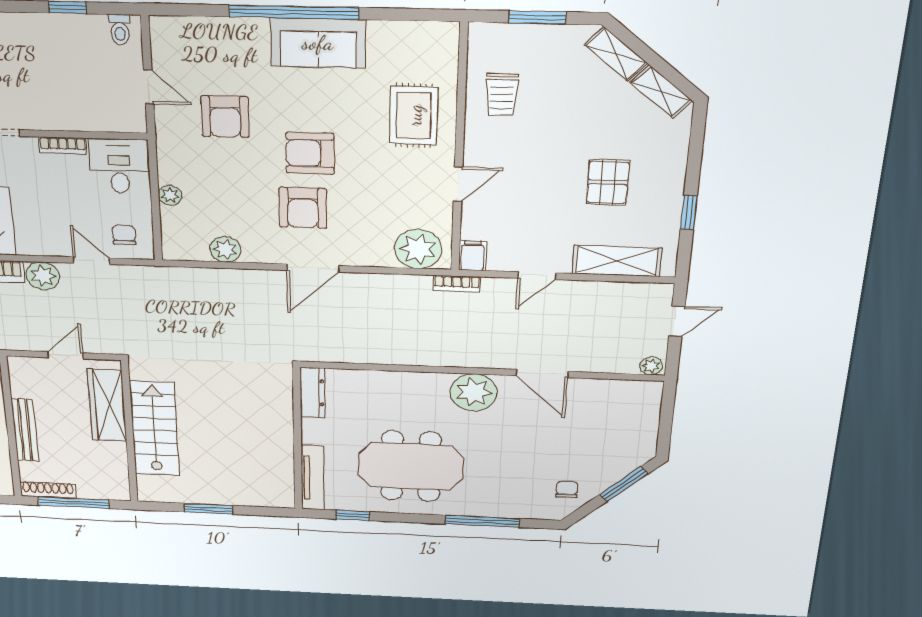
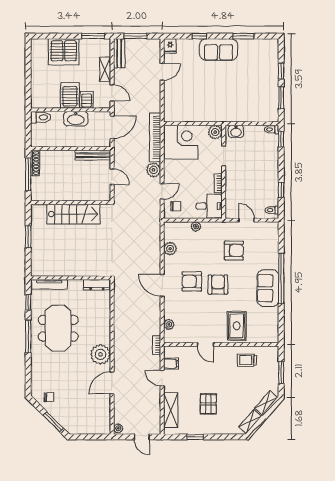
door: (149, 87) -> (247, 220), swing flipped
rug: (414, 115) -> (237, 326), turned 90
armchair: (225, 117) -> (234, 251), turned 180
pallet: (608, 182) -> (208, 404), turned 90
plant: (418, 249) -> (169, 324), width x0.53, depth x0.53
filing cabinet: (472, 256) -> (171, 364), moved
wardrobe: (107, 405) -> (85, 193), removed
bench: (25, 430) -> (93, 155), moved
window: (482, 521) -> (28, 336), moved

